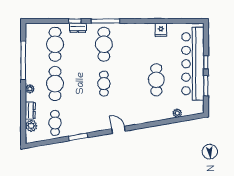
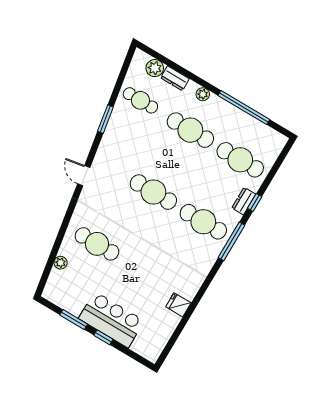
bar counter: (193, 64) -> (111, 320), width x0.54
cafe table: (156, 80) -> (97, 244), moved
cafe table: (104, 84) -> (153, 192), width x1.37, depth x1.35
door: (119, 130) -> (84, 176), swing flipped

